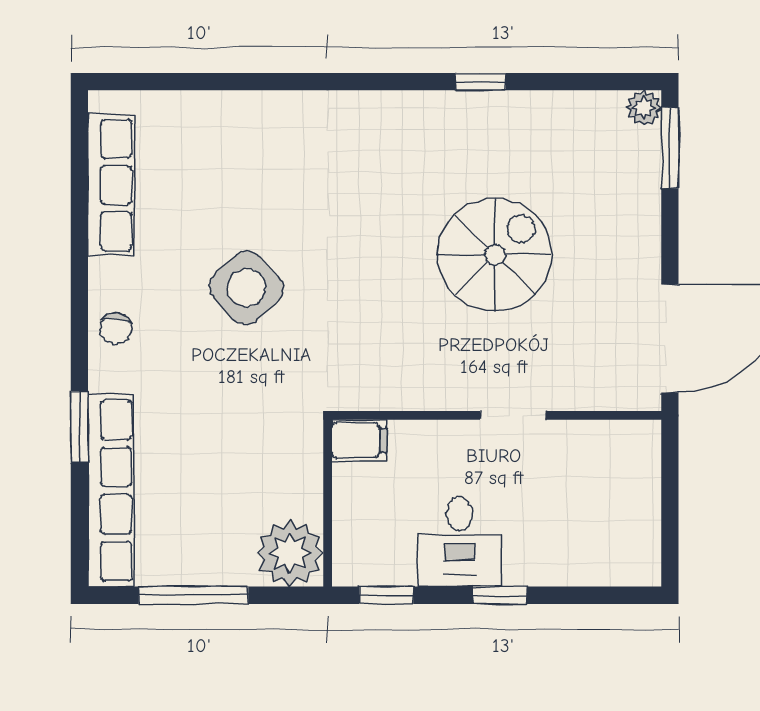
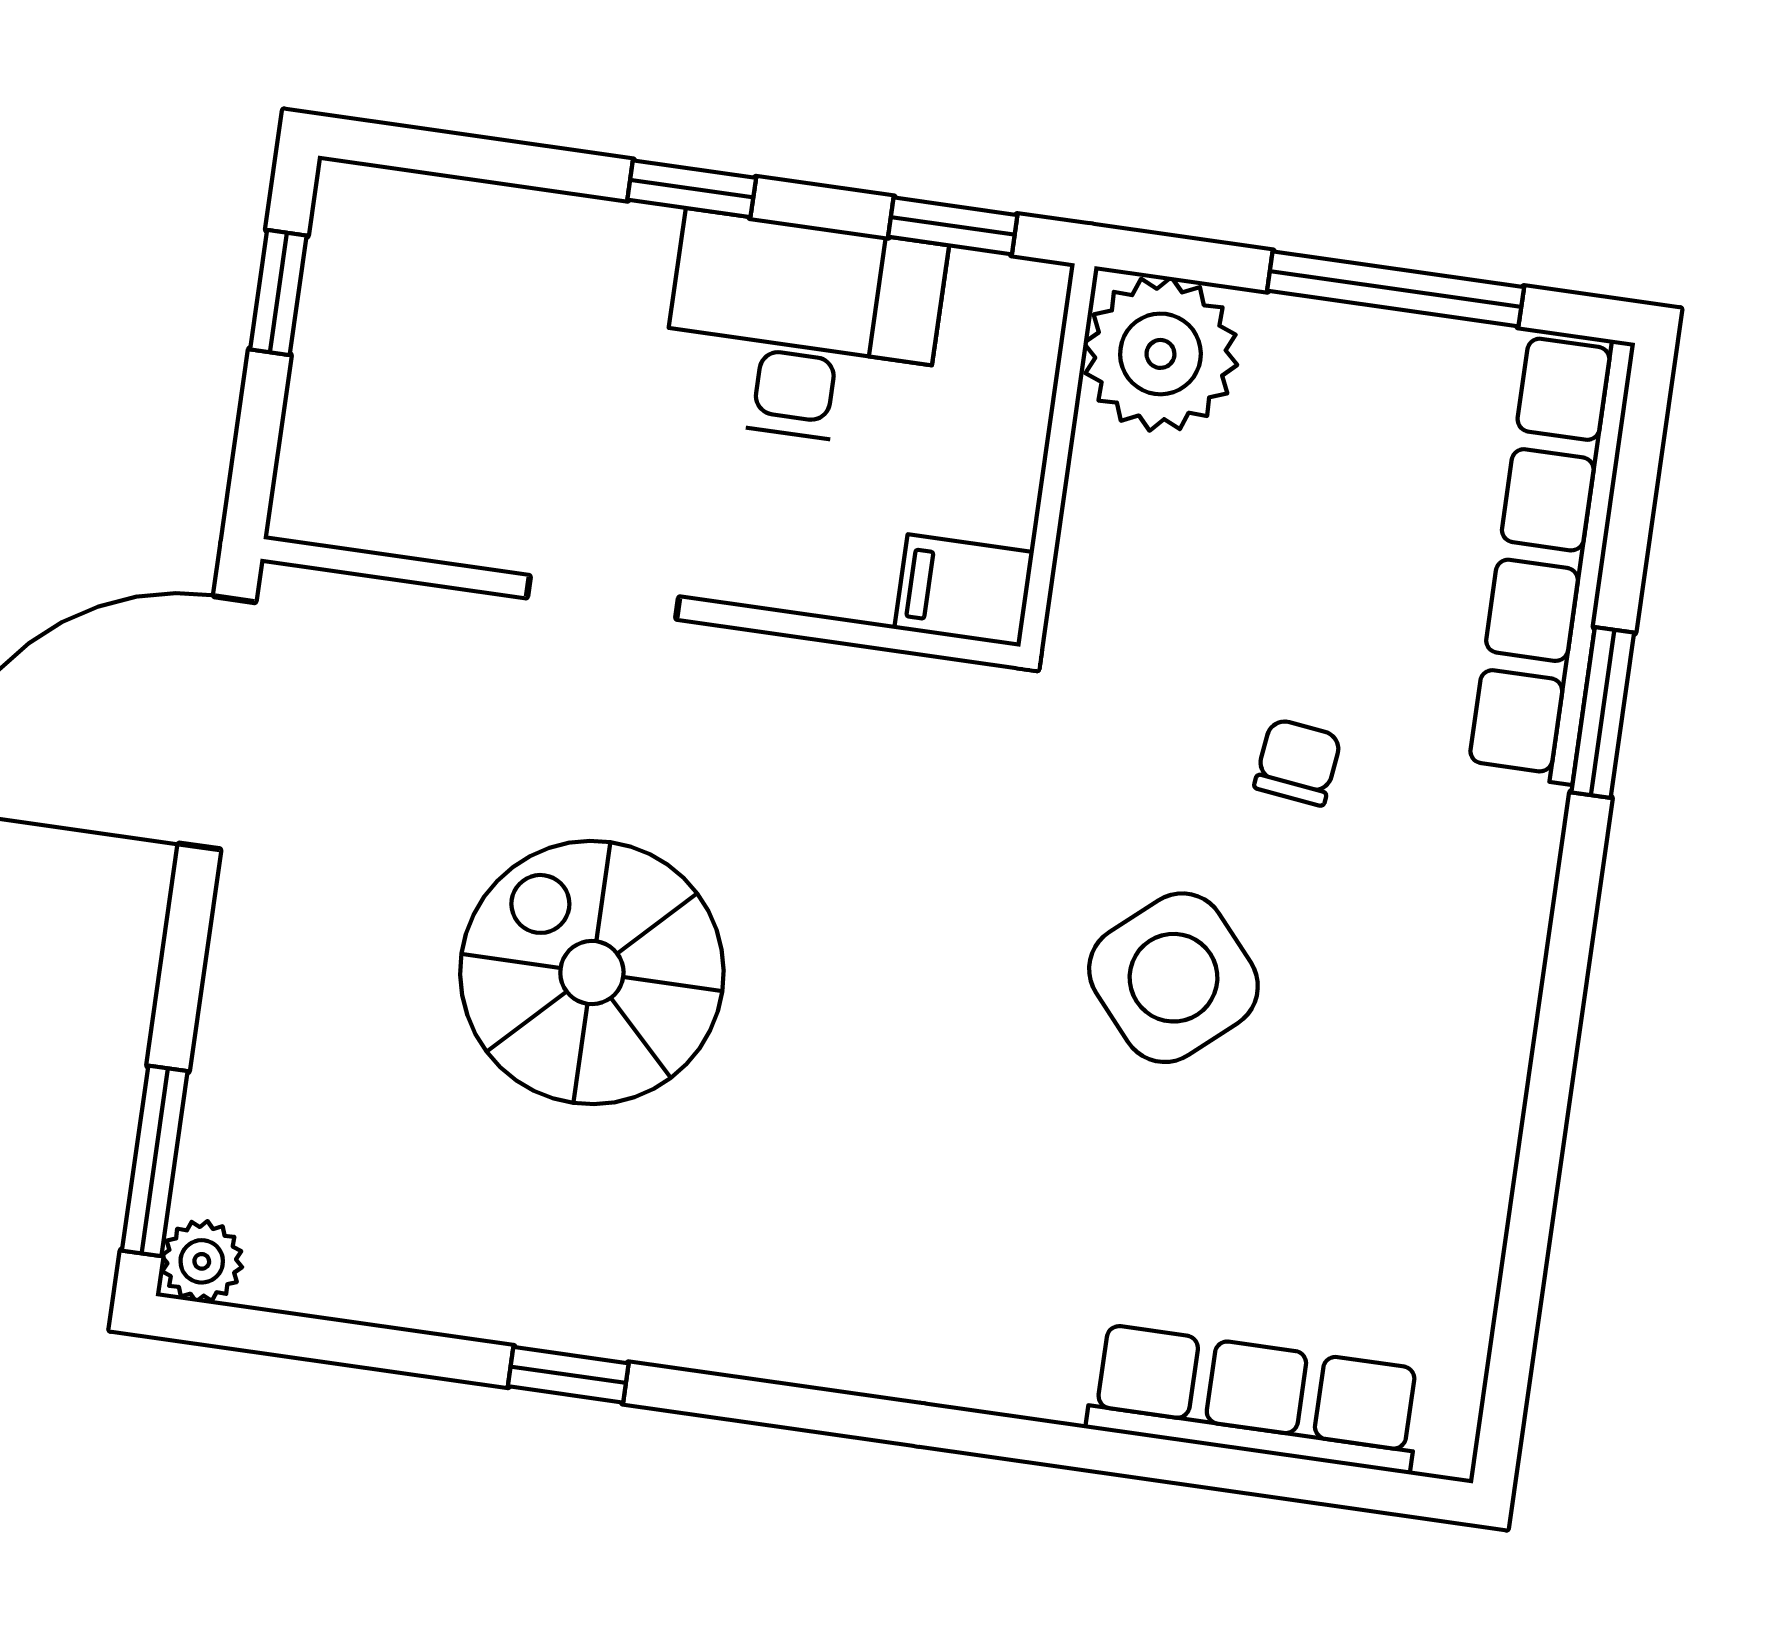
row of seats: (111, 185) -> (1255, 1399), moved, turned 90
spiral stairs: (495, 255) -> (592, 973), turned 90
chair: (116, 329) -> (1298, 762), moved
window: (670, 526) -> (278, 293), added
desk: (459, 542) -> (803, 330), width x1.37

